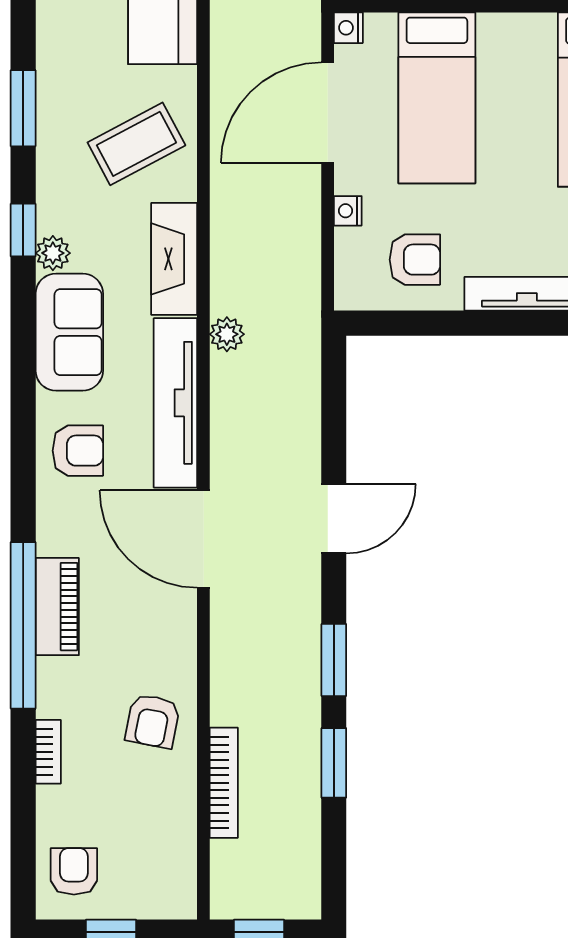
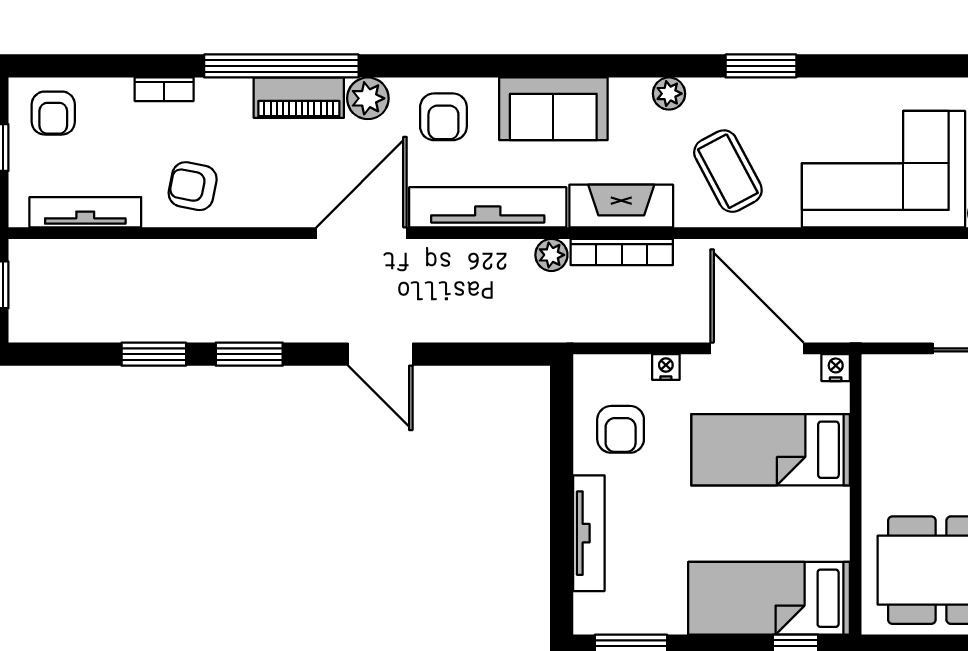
window: (23, 230) -> (648, 66), removed
plant: (53, 253) -> (669, 94), moved
plant: (58, 532) -> (368, 98), added
bookcase: (224, 783) -> (622, 252), moved
tv unit: (181, 837) -> (85, 212), added
armchair: (74, 871) -> (53, 113), turned 90

